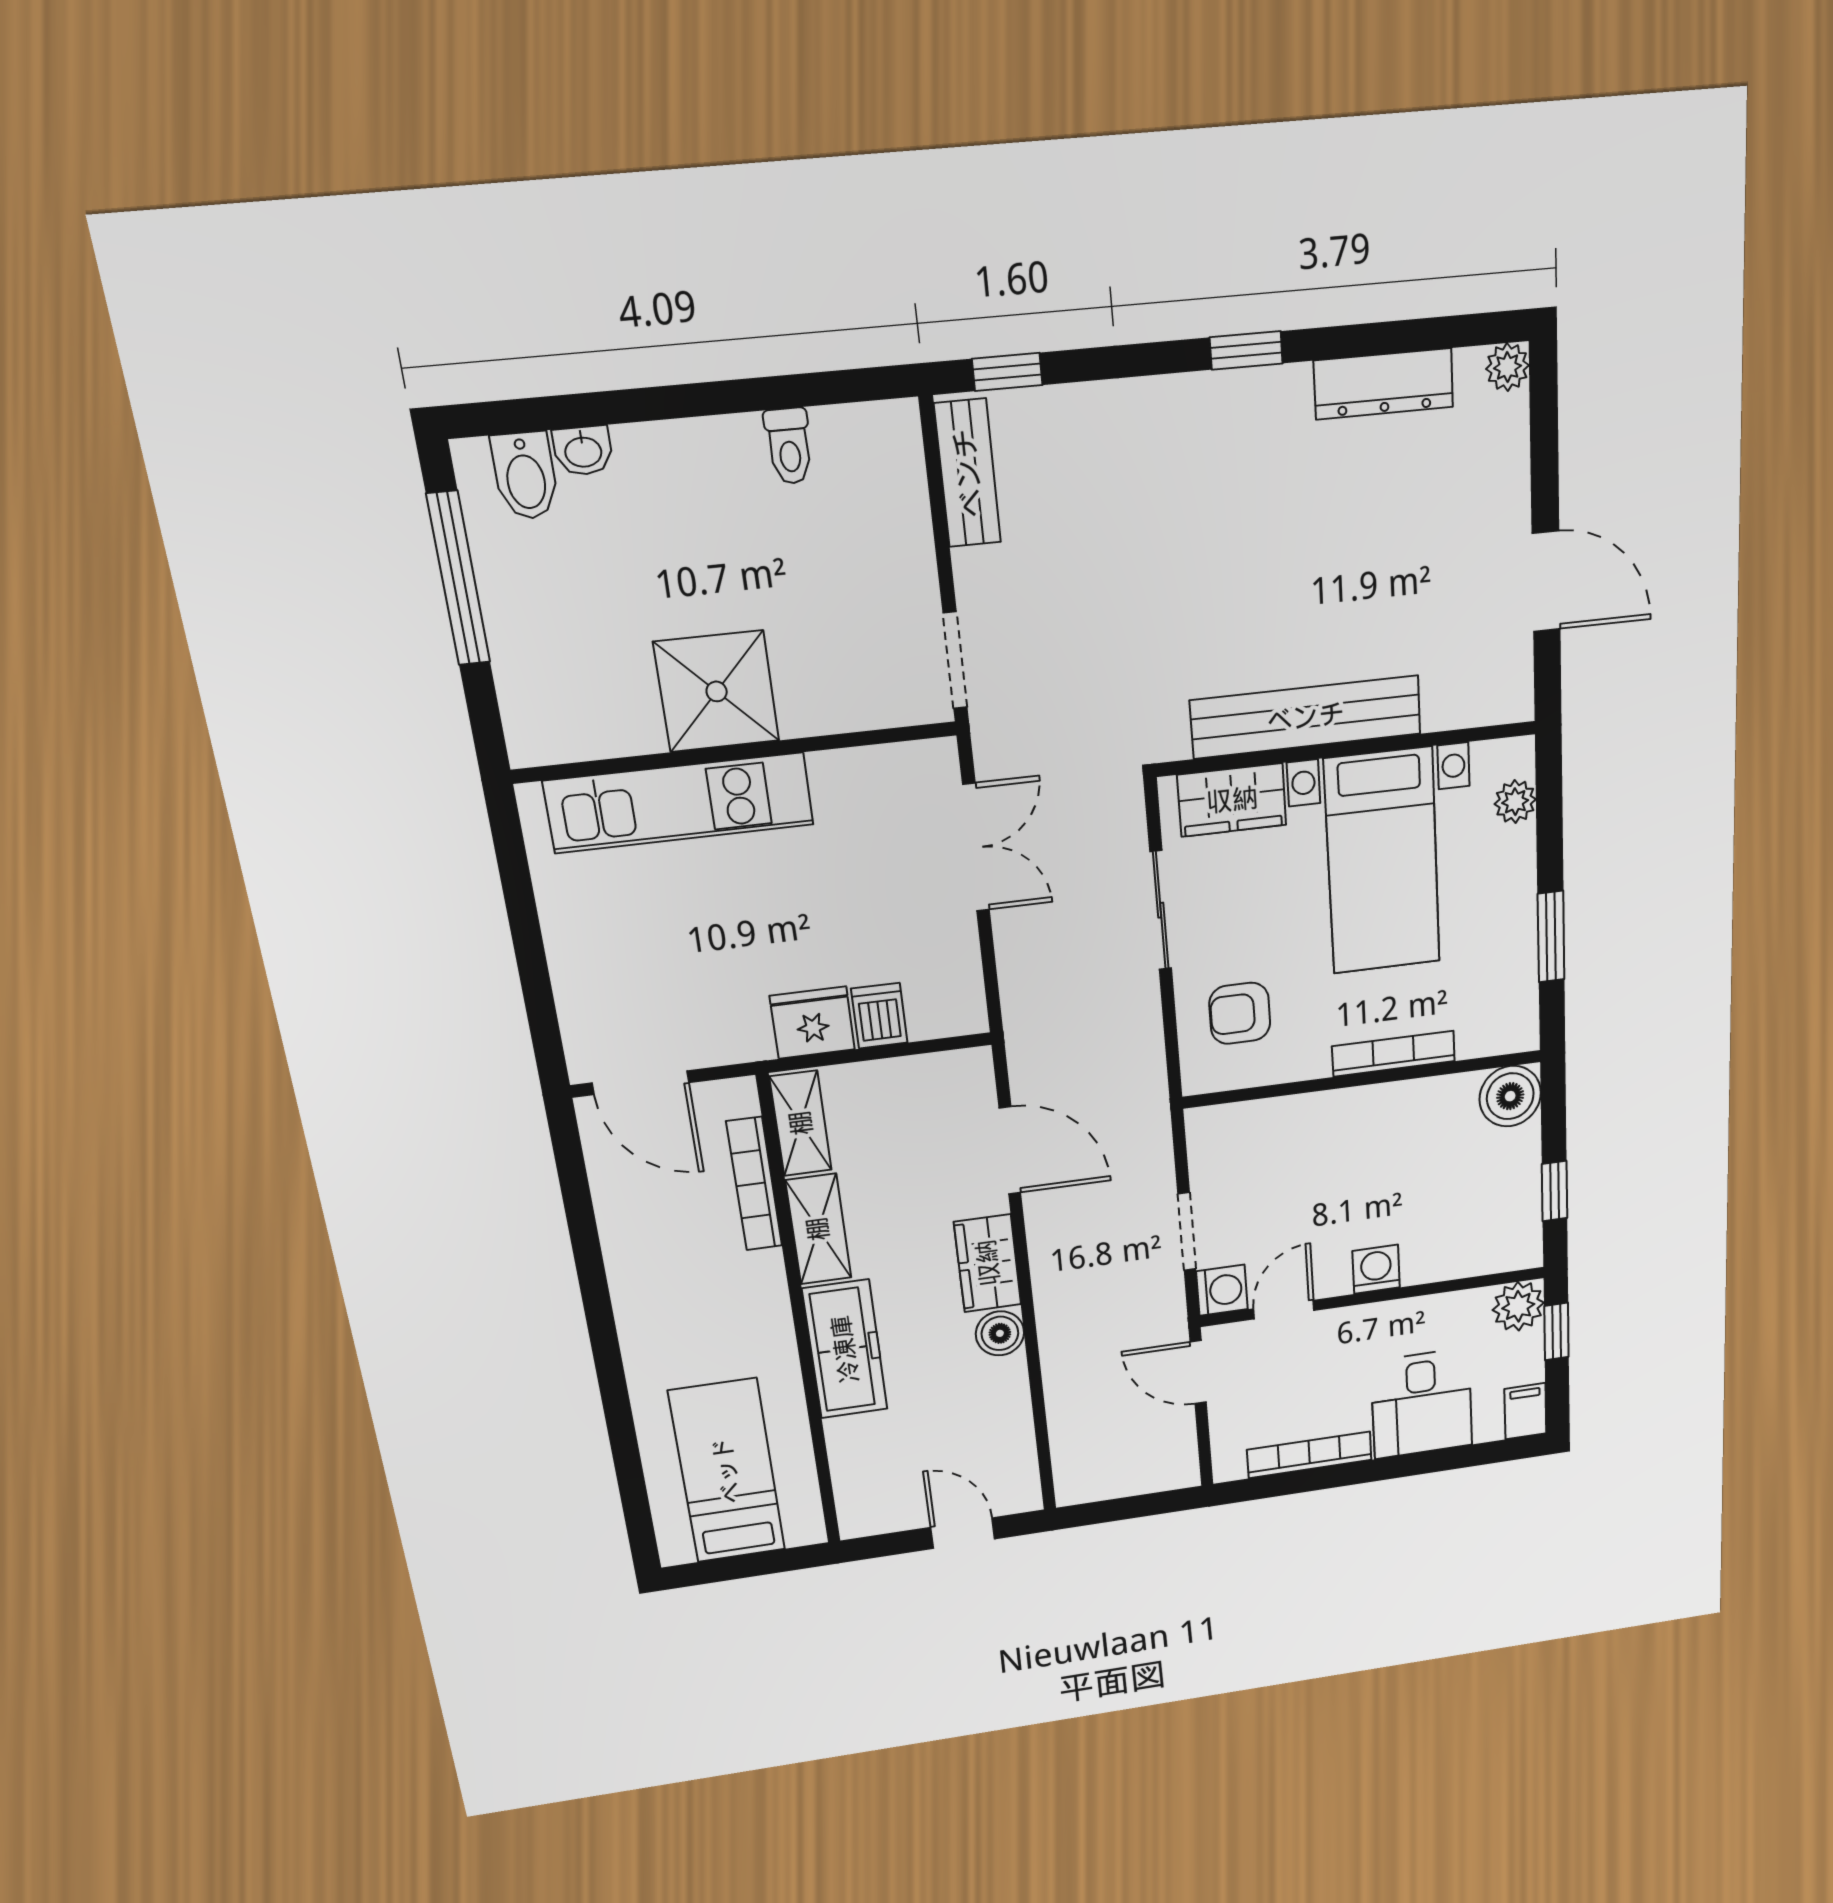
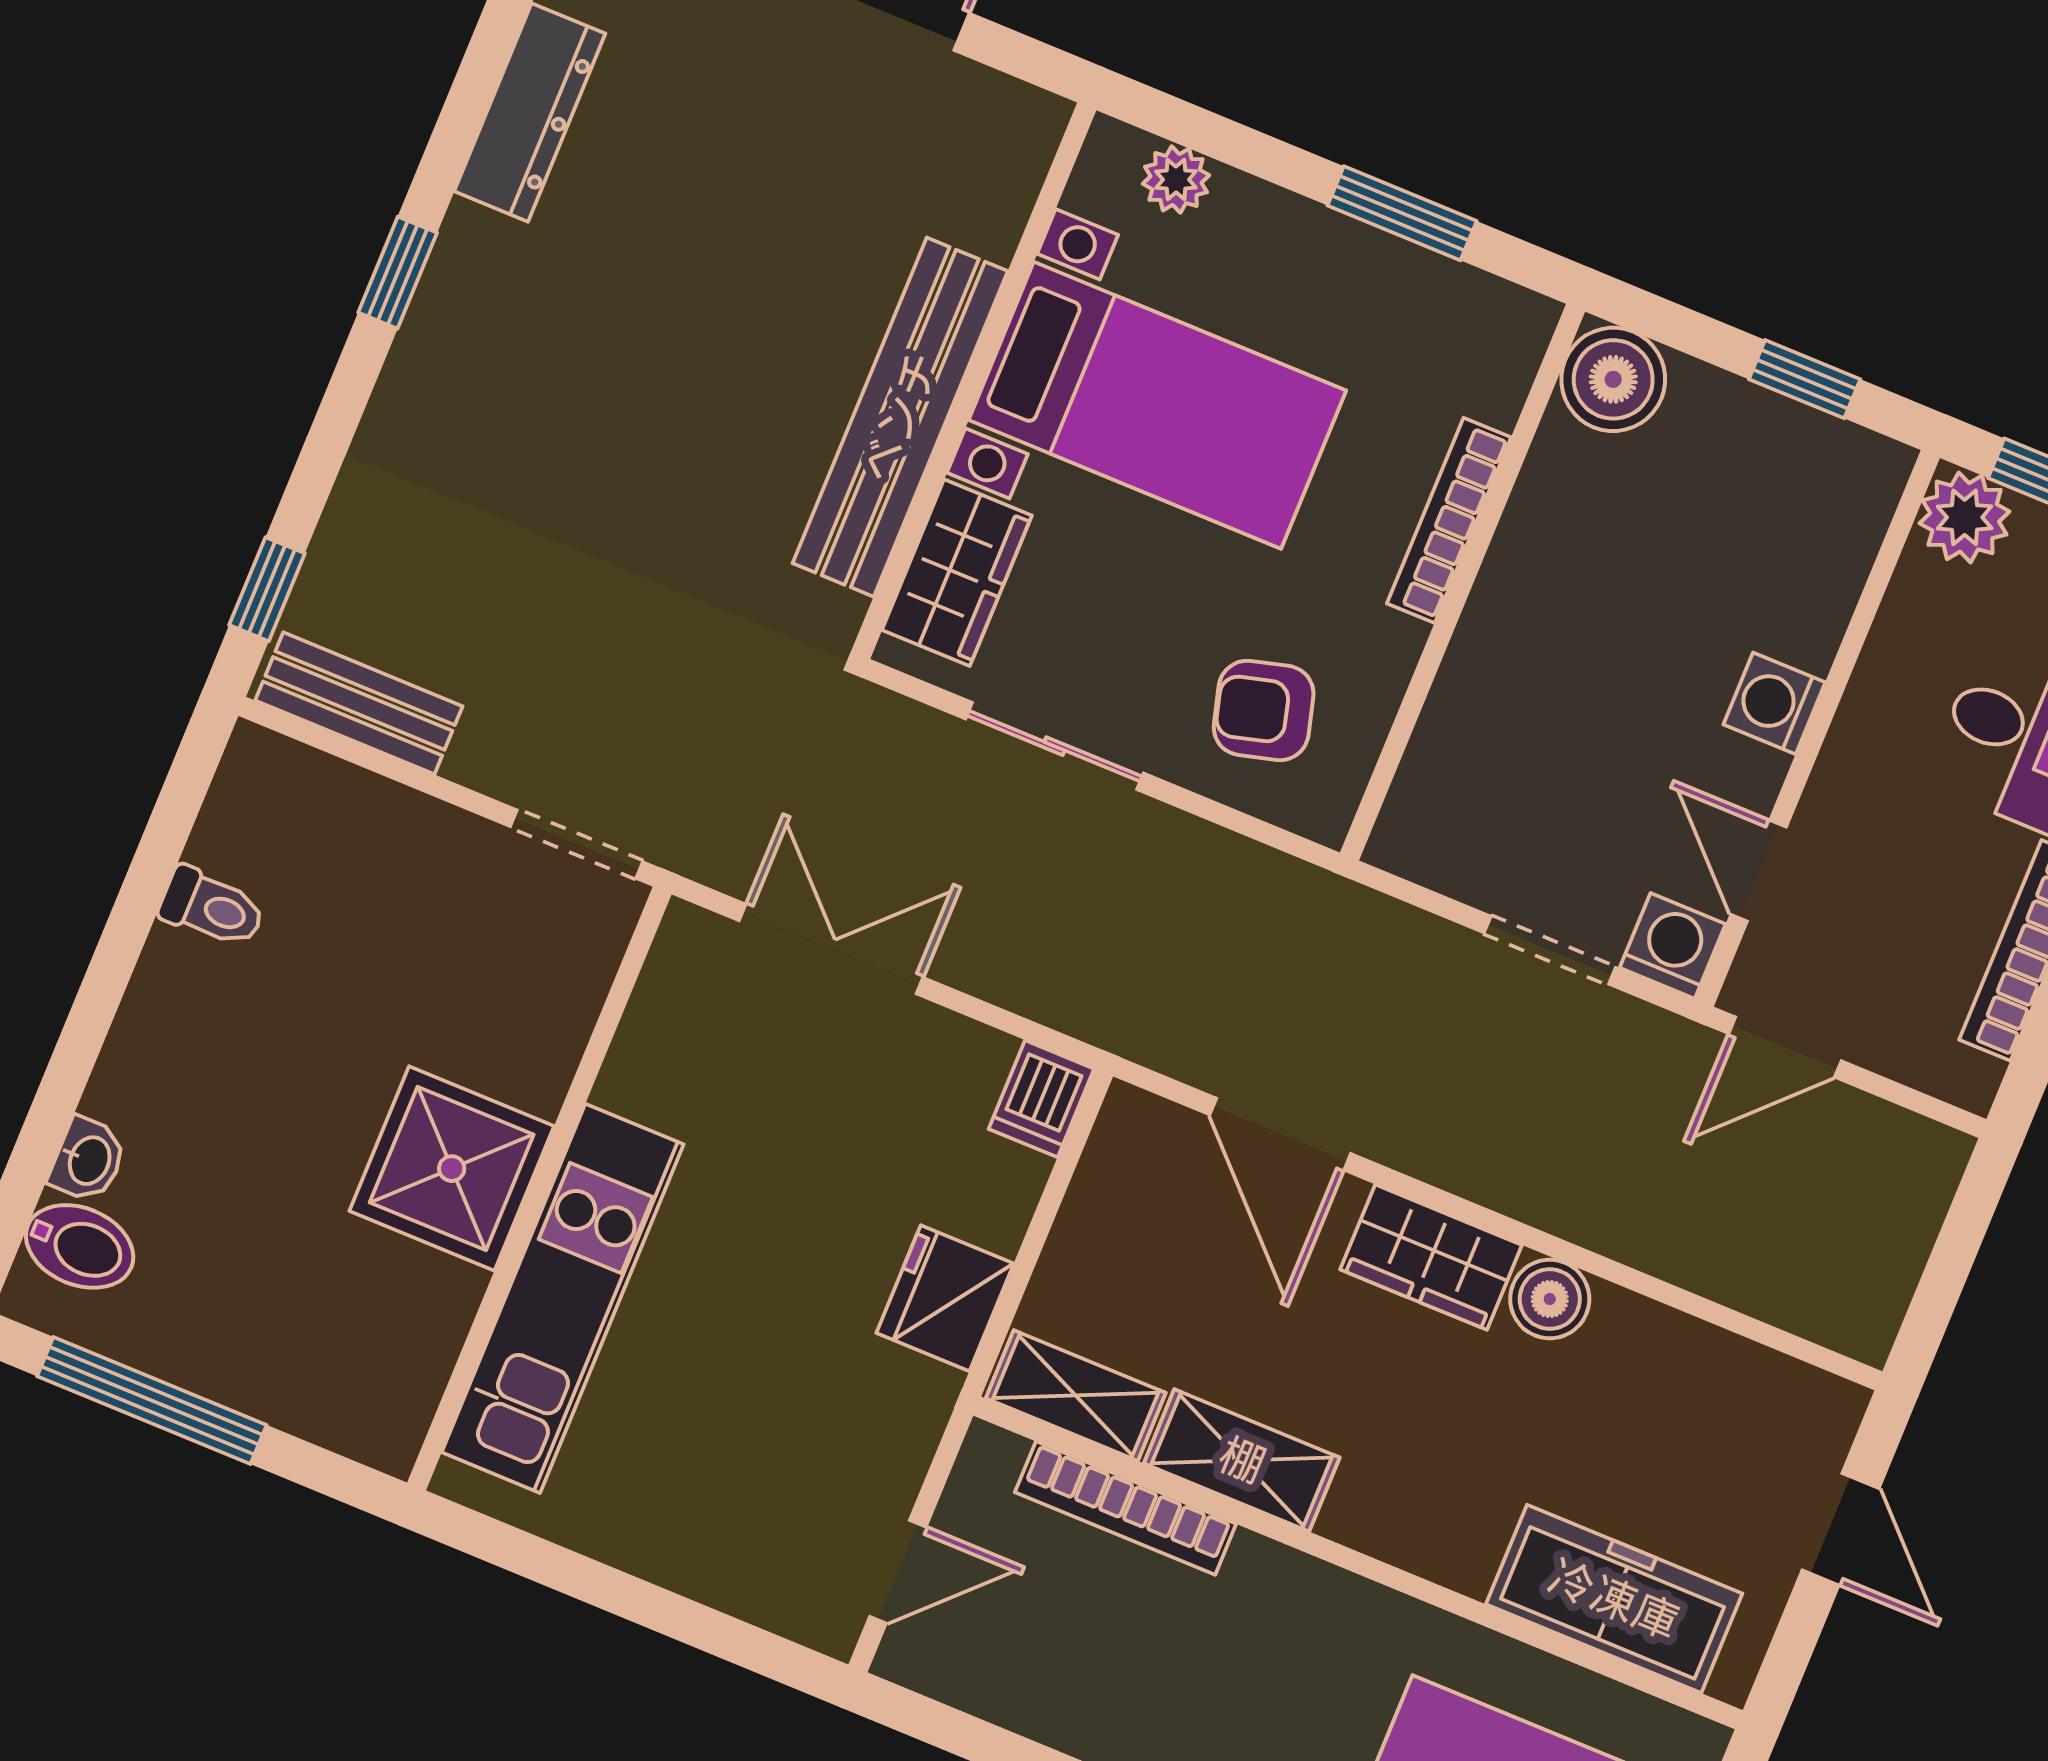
armchair: (1240, 1013) -> (1264, 710), turned 75
dishwasher: (879, 1016) -> (1041, 1099), moved, turned -90
door: (641, 1083) -> (898, 1572), width x0.73
door: (1010, 1150) -> (1280, 1134), swing flipped
freezer: (845, 1349) -> (1614, 1599), moved
door: (963, 1533) -> (1841, 1529), swing flipped

